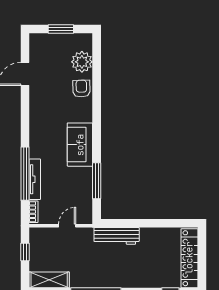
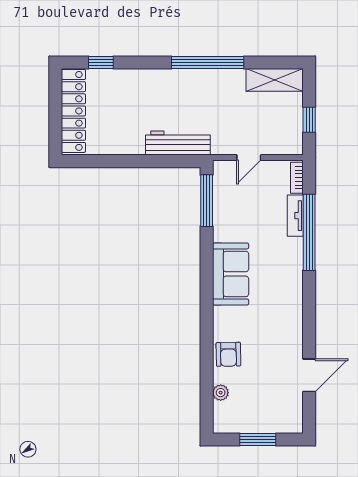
plant: (82, 62) -> (221, 393), width x0.53, depth x0.53
tv unit: (35, 179) -> (295, 216), width x0.71
window: (97, 181) -> (207, 201), moved

